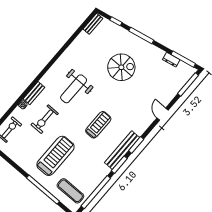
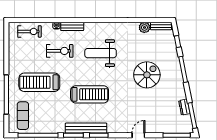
plant: (83, 38) -> (144, 27), added
spiral stairs: (121, 67) -> (147, 75), turned -90
exercise bike: (45, 119) -> (60, 51), turned 180
treadmill: (98, 125) -> (90, 94), width x1.37, depth x1.38
treadmill: (55, 156) -> (39, 82), turned 180

